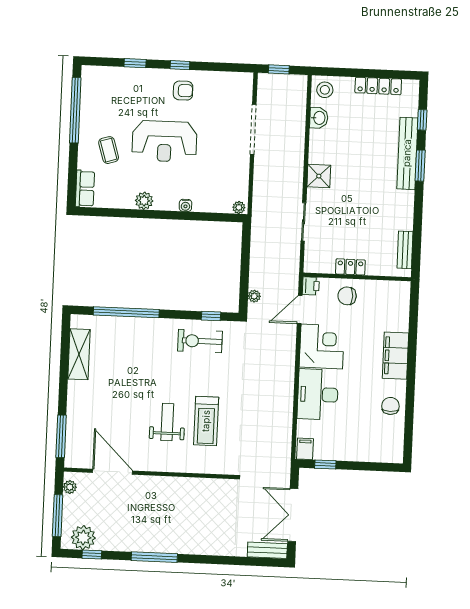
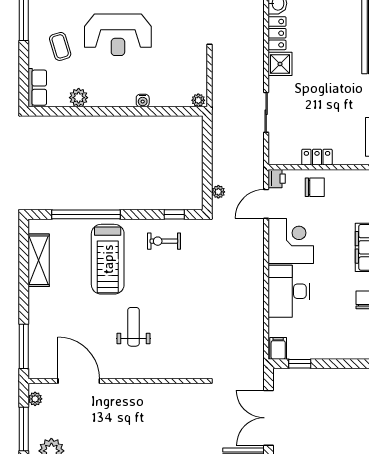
locker: (317, 146) -> (277, 33), added
plant: (144, 201) -> (79, 98), moved
chair: (347, 296) -> (315, 187), turned 180
exercise bike: (200, 341) -> (164, 241), width x0.73, depth x0.72
treadmill: (206, 421) -> (108, 259), moved, width x1.37, depth x1.38

